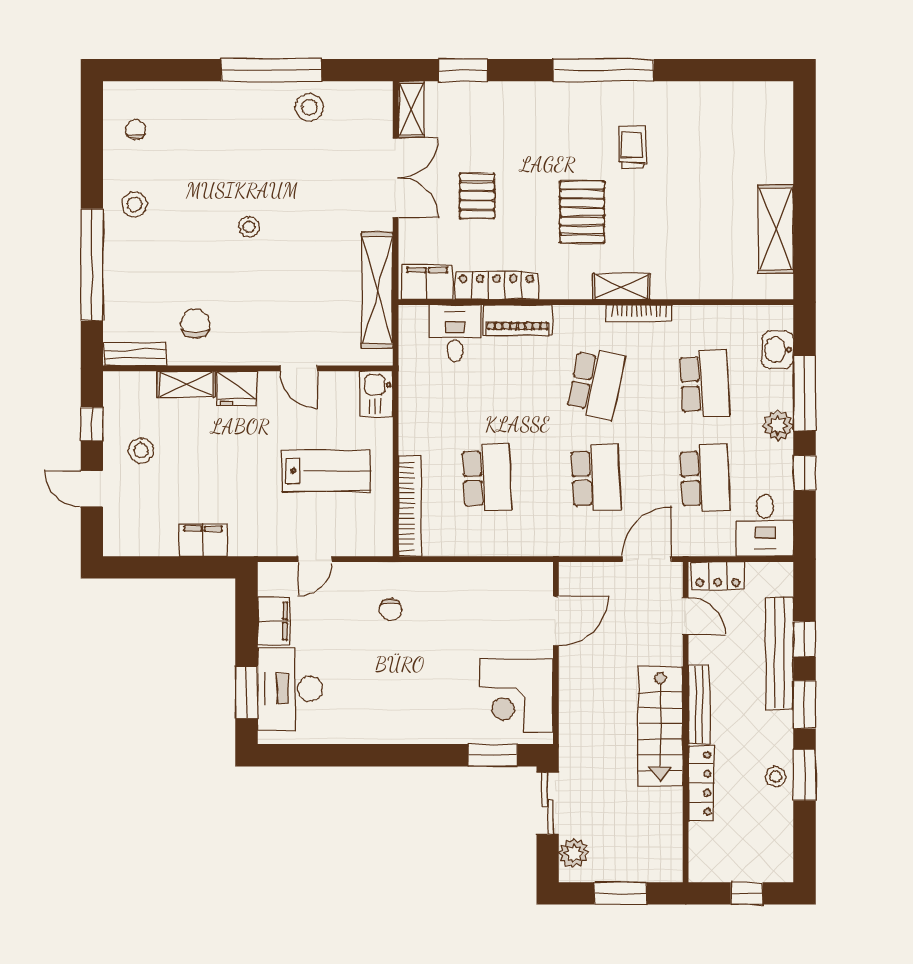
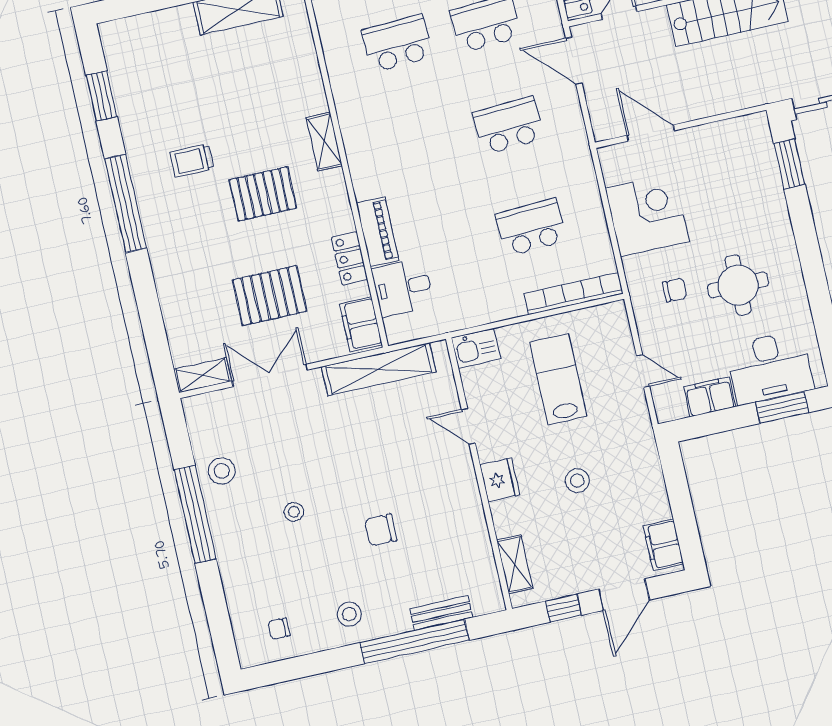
window: (463, 70) -> (102, 96), moved
pallet: (477, 196) -> (270, 296), width x1.50, depth x1.42
stool: (249, 227) -> (294, 512), moved
locker: (497, 286) -> (349, 258), width x0.66
bookcase: (639, 313) -> (346, 120), removed
chair: (195, 324) -> (381, 530), moved
bench: (135, 354) -> (441, 613), moved, turned 90
door: (299, 368) -> (468, 426), swing flipped
school desk: (596, 383) -> (420, 145), removed
shelving: (186, 384) -> (515, 564), moved
stool: (141, 450) -> (577, 481), moved
door: (92, 489) -> (624, 595), width x1.38
filing cabinet: (203, 540) -> (663, 545), moved
round table: (381, 675) -> (738, 285), added
corner desk: (516, 696) -> (647, 215), moved, turned -90

